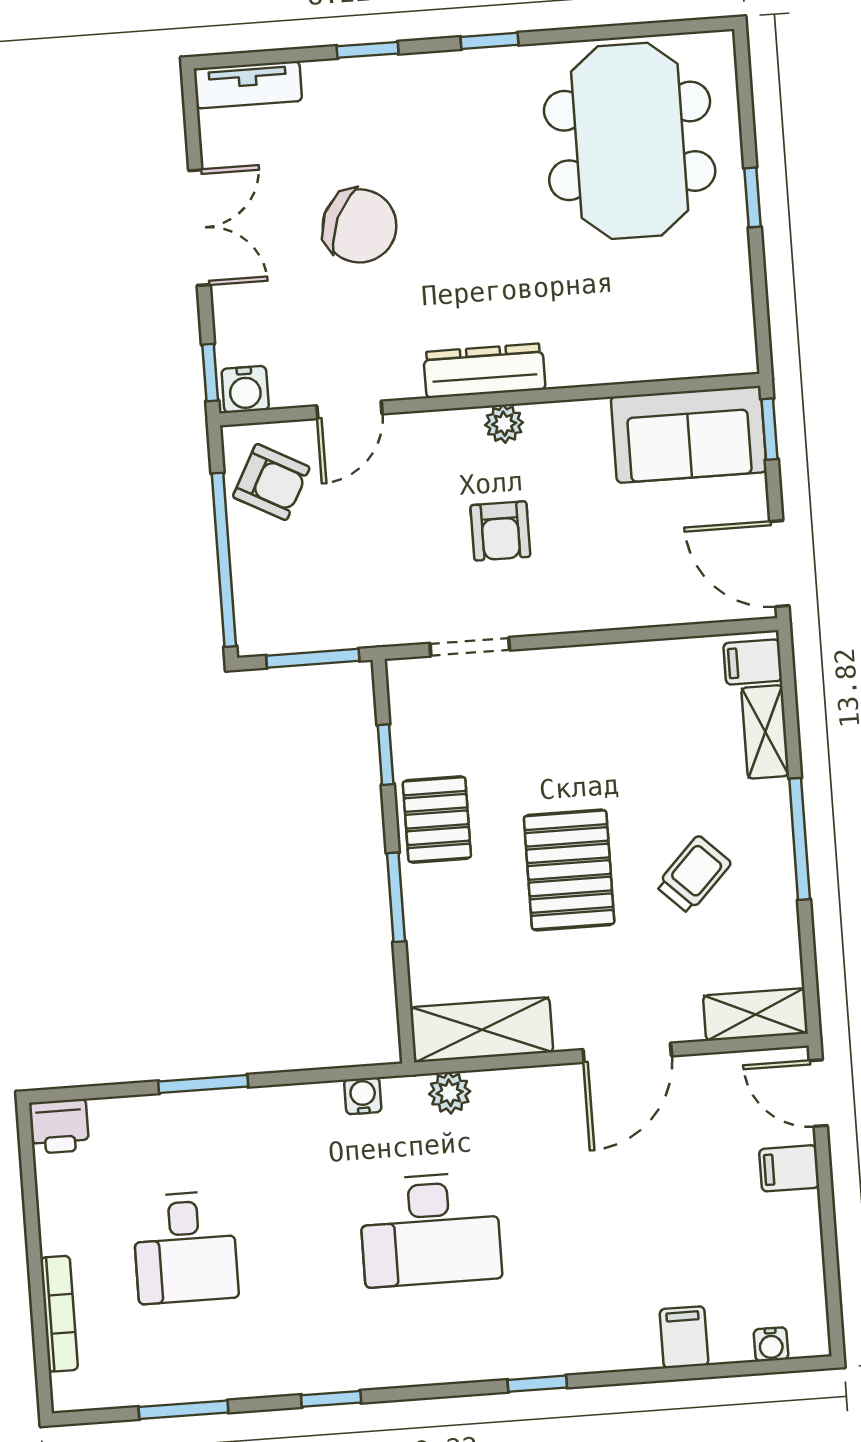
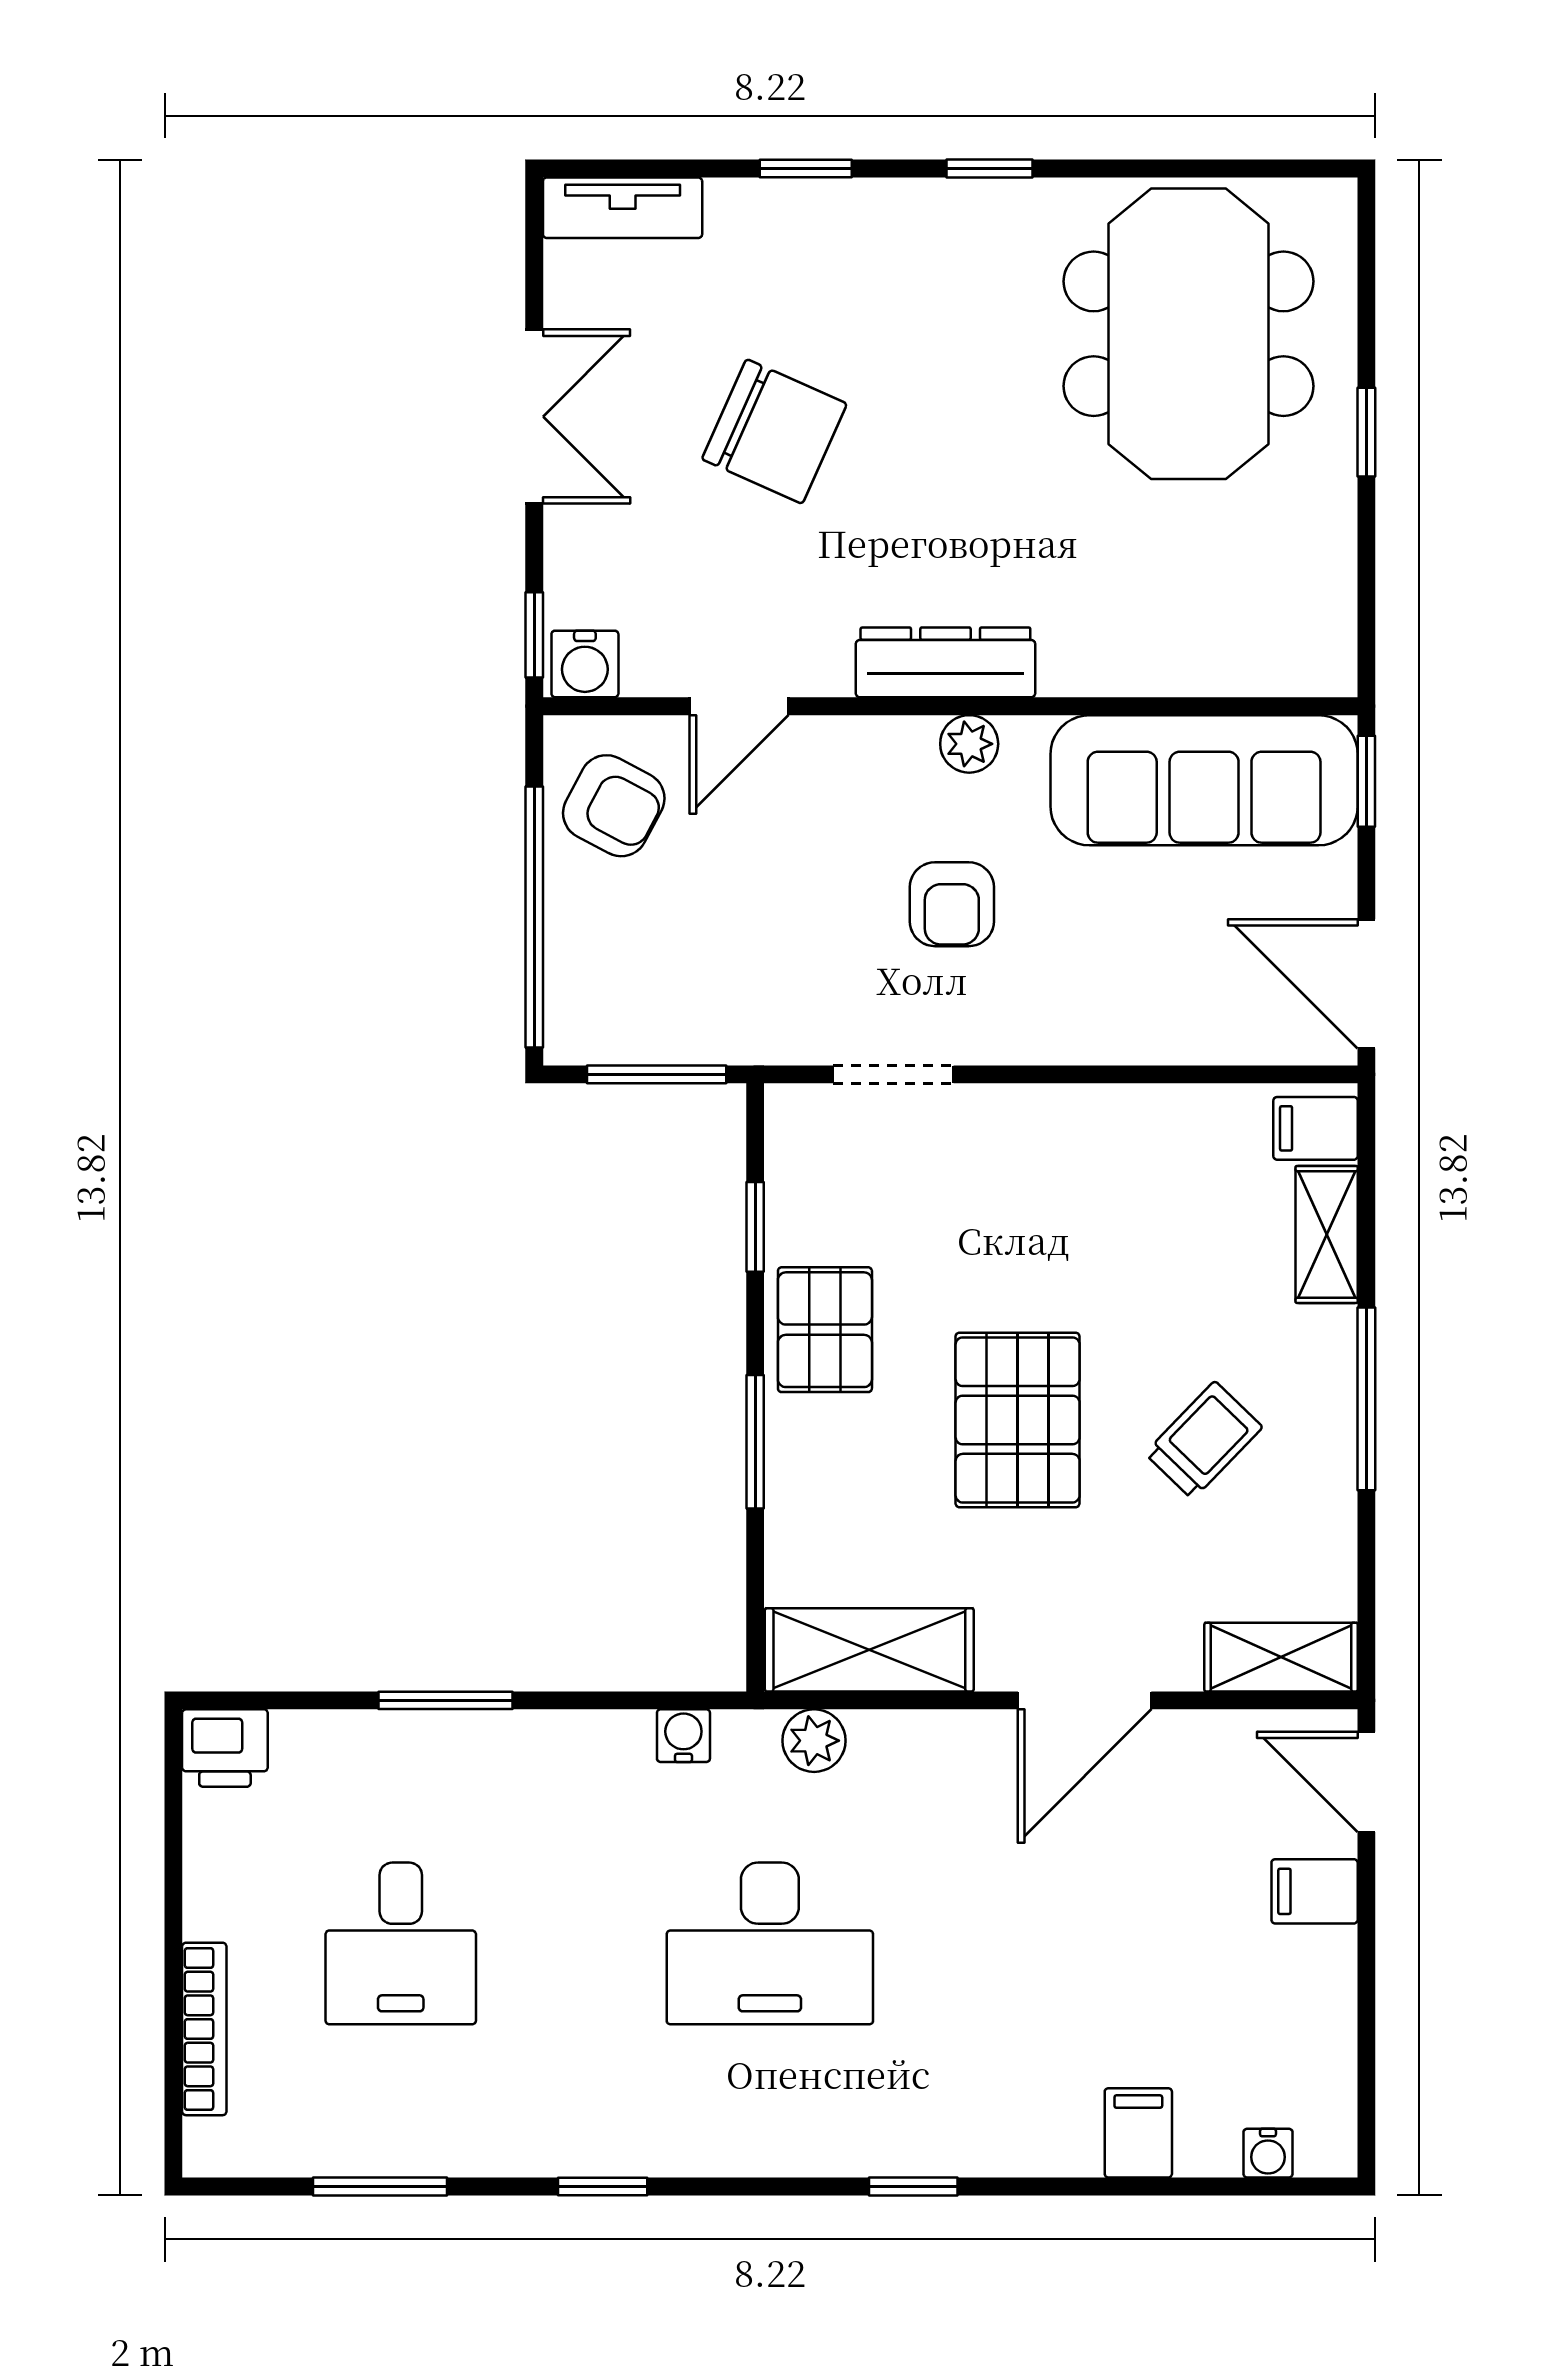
sofa: (689, 434) -> (1204, 780), width x1.36

